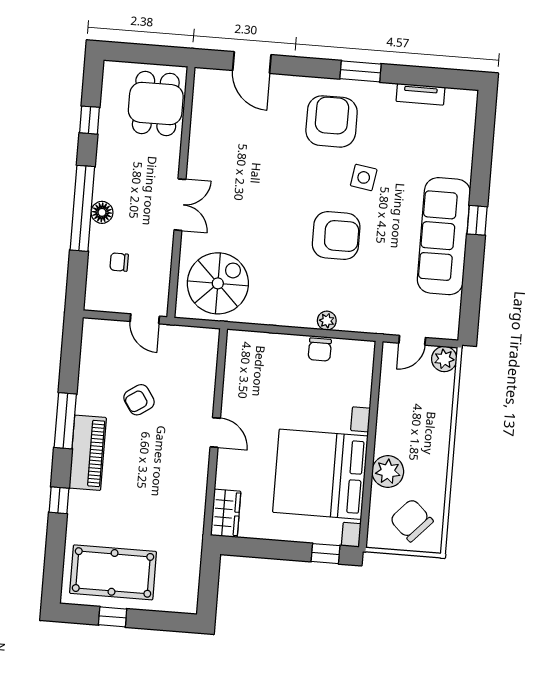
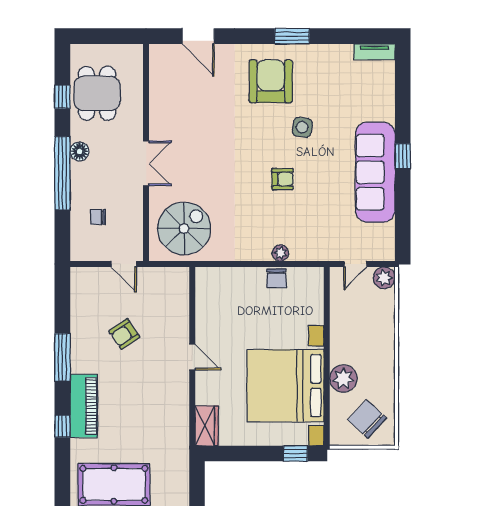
tv unit: (421, 94) -> (374, 52), moved
dining table: (156, 103) -> (97, 93), moved
floor lamp: (102, 212) -> (80, 151), moved
armchair: (336, 236) -> (283, 179), width x0.53, depth x0.53
piano: (88, 453) -> (84, 406), moved

